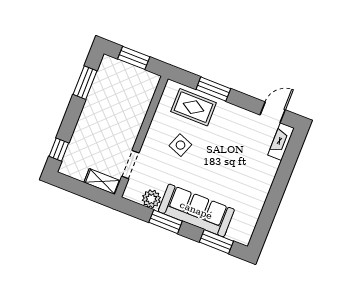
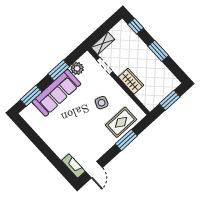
window: (85, 83) -> (158, 51), moved
wardrobe: (134, 121) -> (131, 81), added

